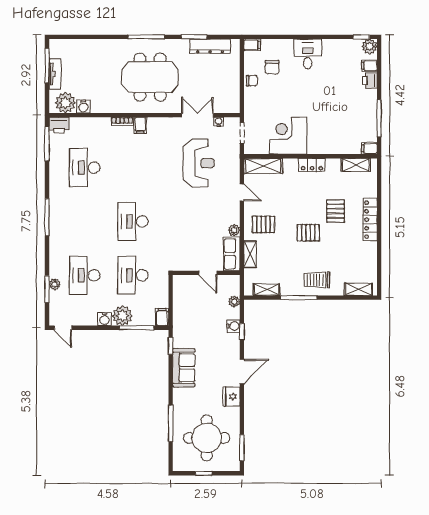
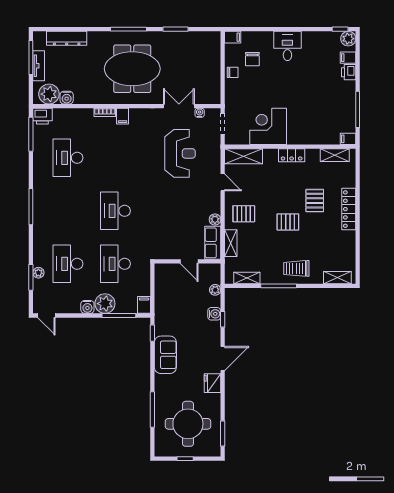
dresser: (210, 46) -> (67, 38), moved

